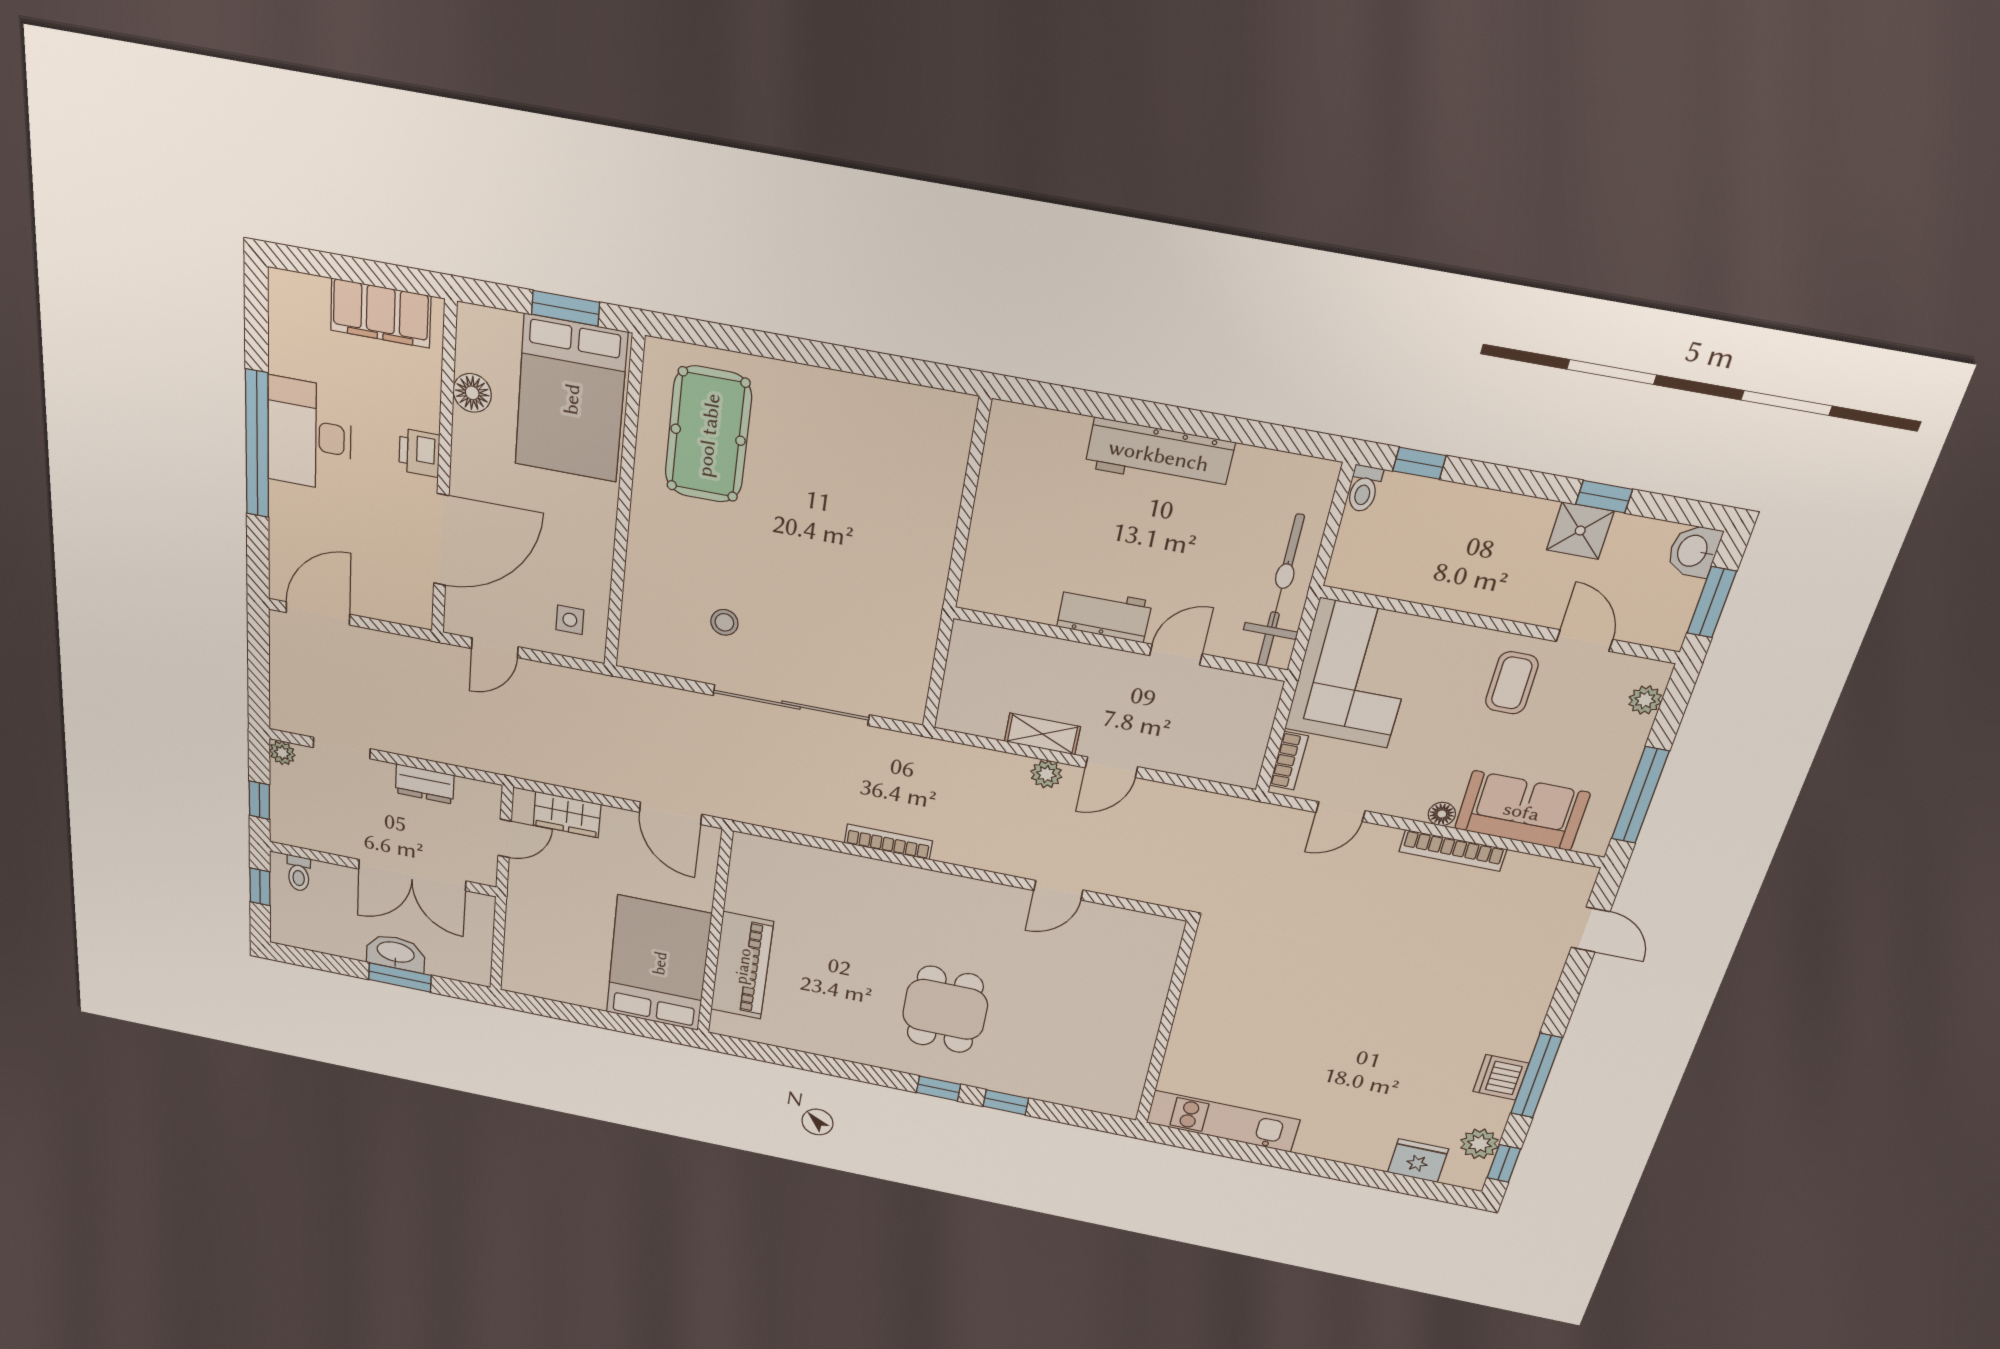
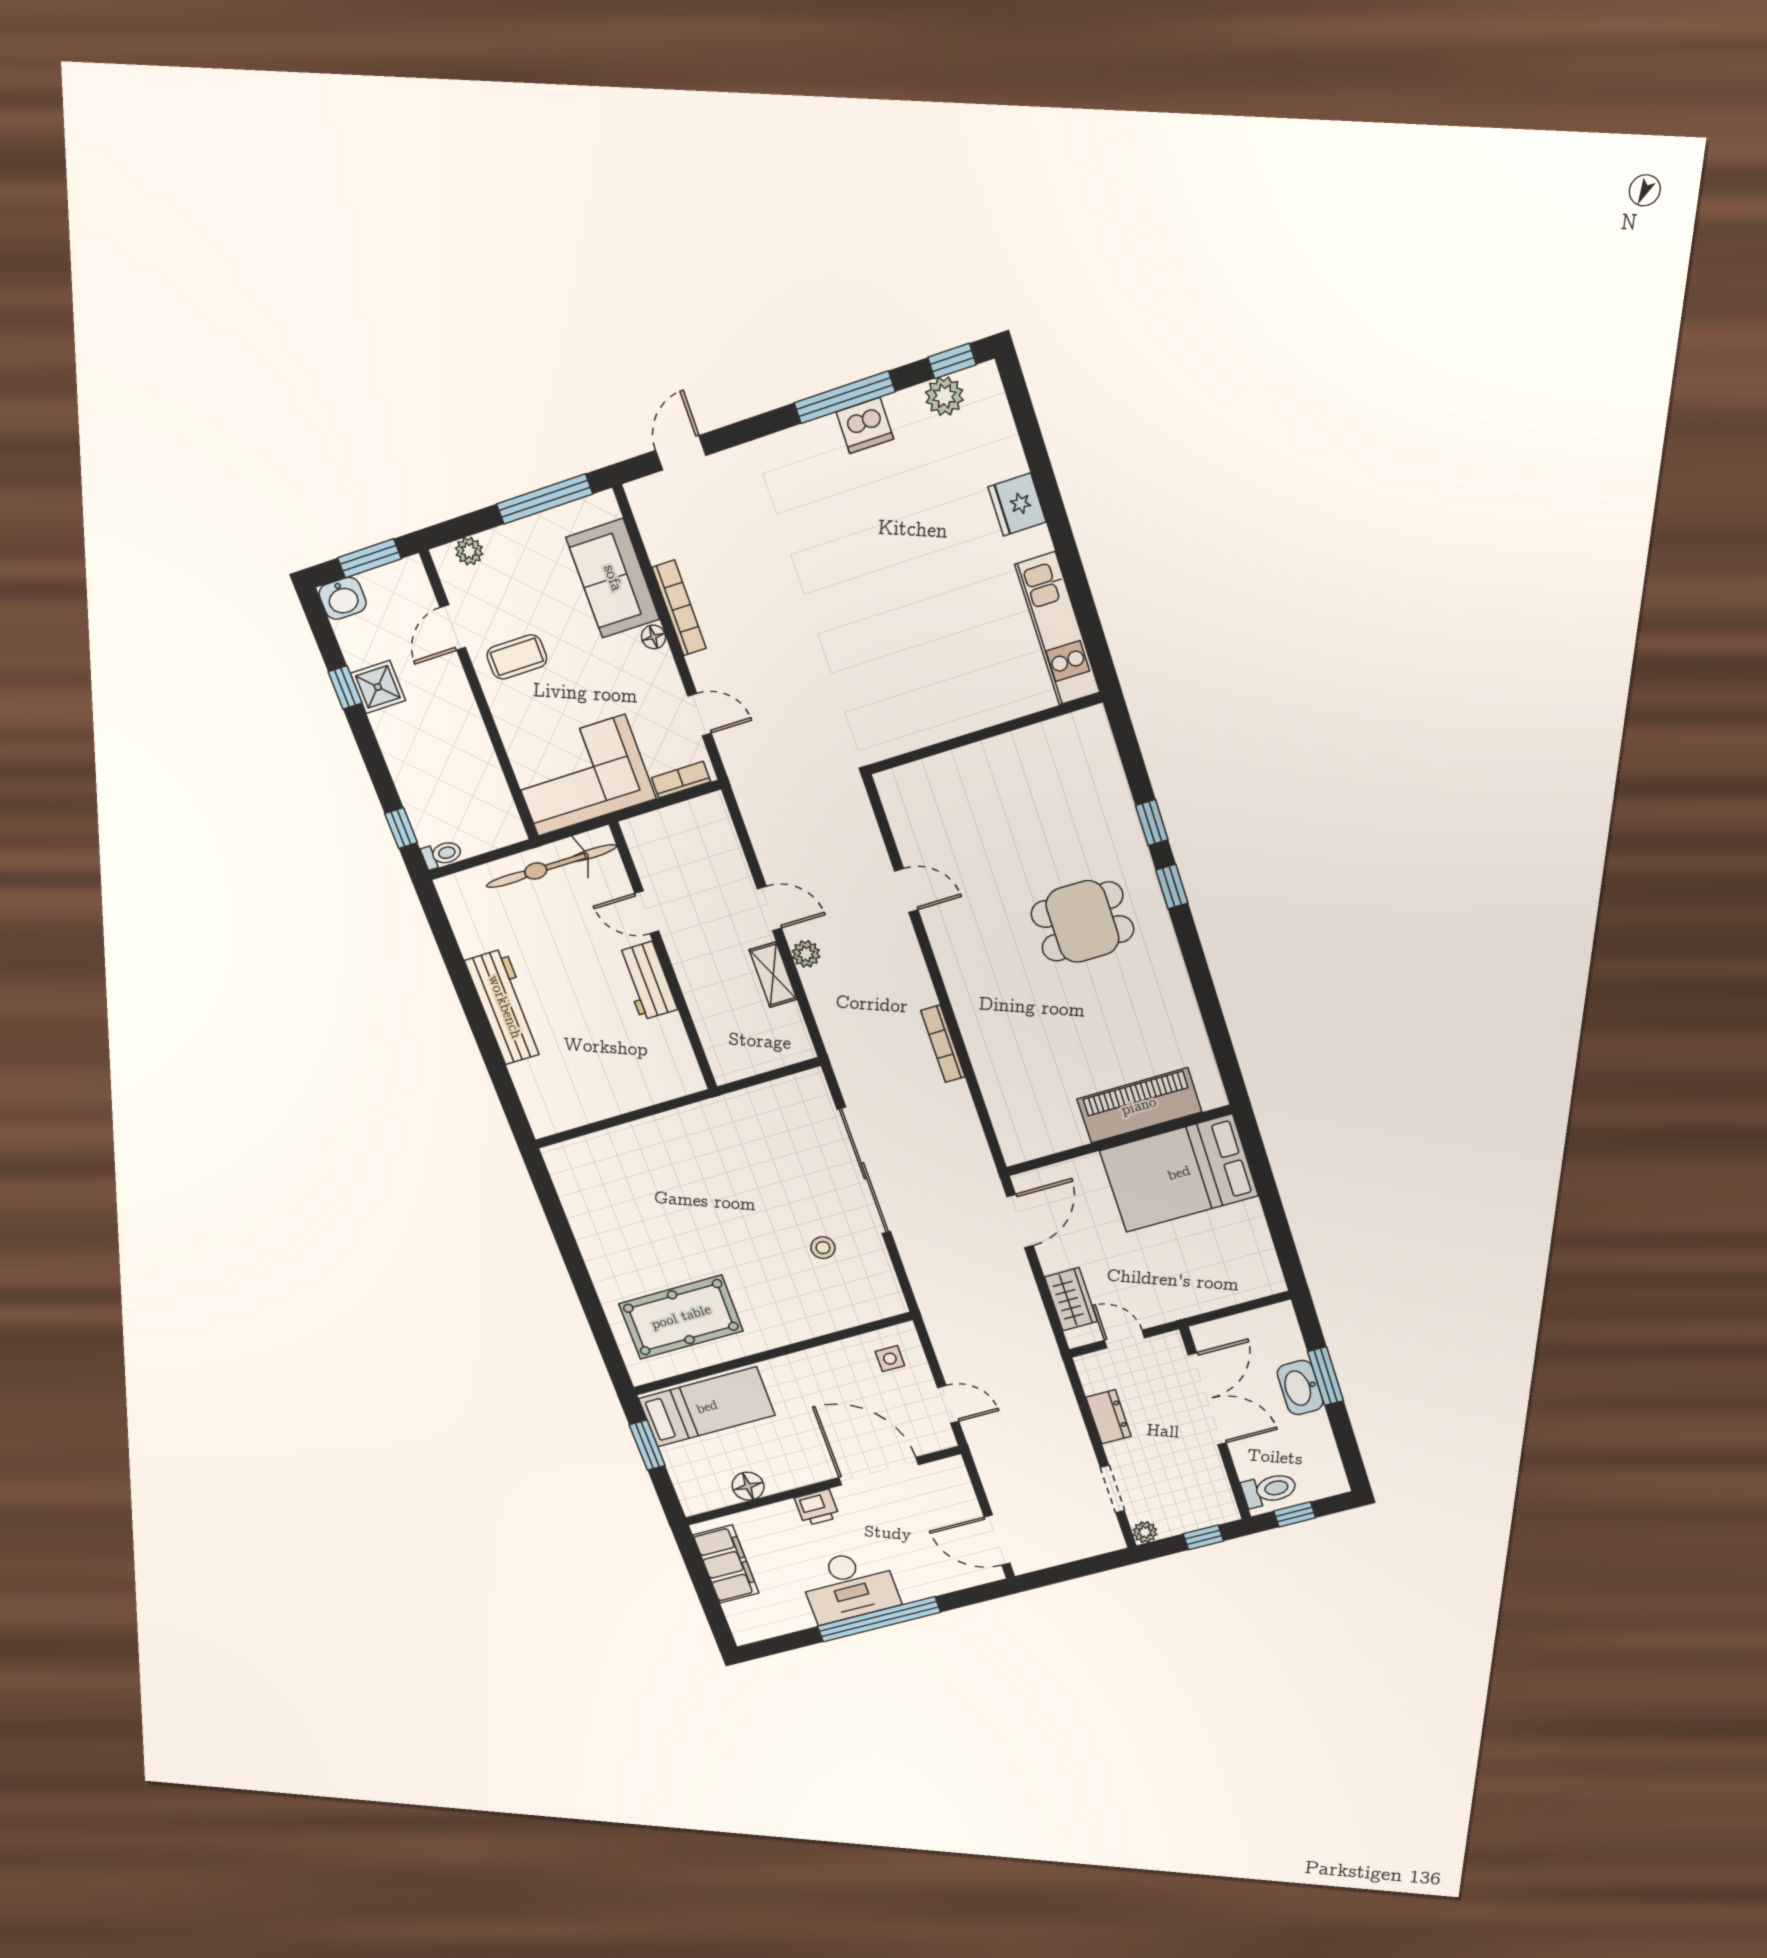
bed: (571, 399) -> (707, 1407), width x0.67
toilet: (299, 873) -> (1269, 1490), width x1.37, depth x1.39
fridge: (1418, 1161) -> (1017, 504), moved

